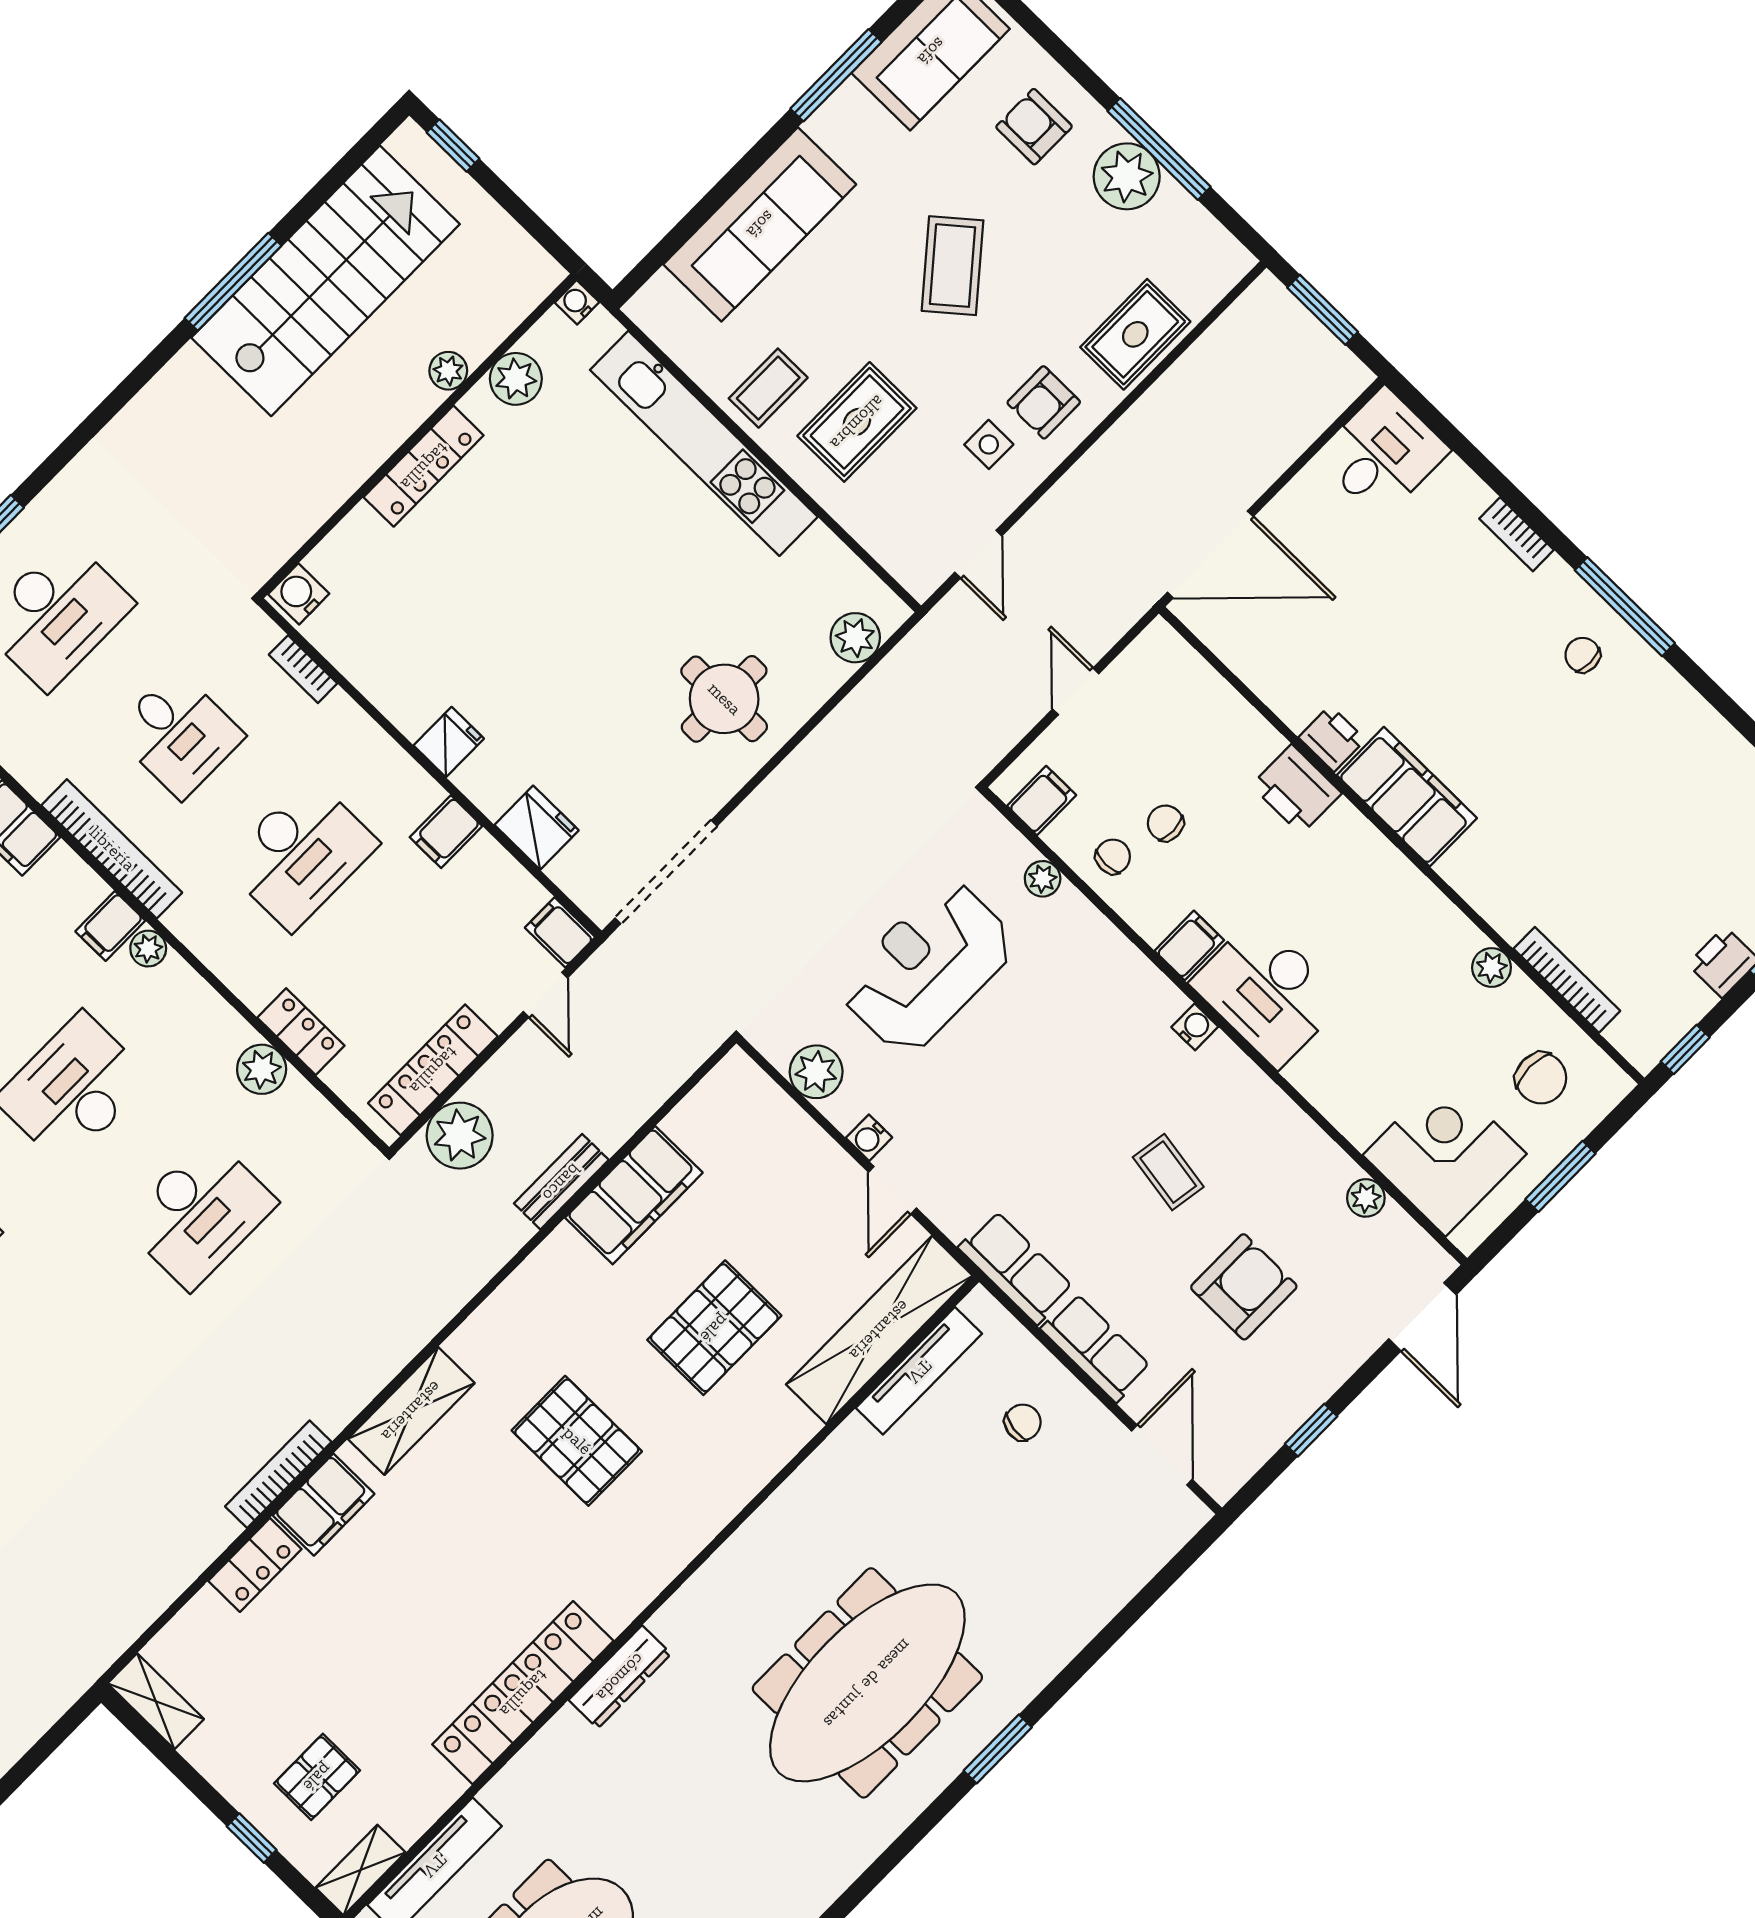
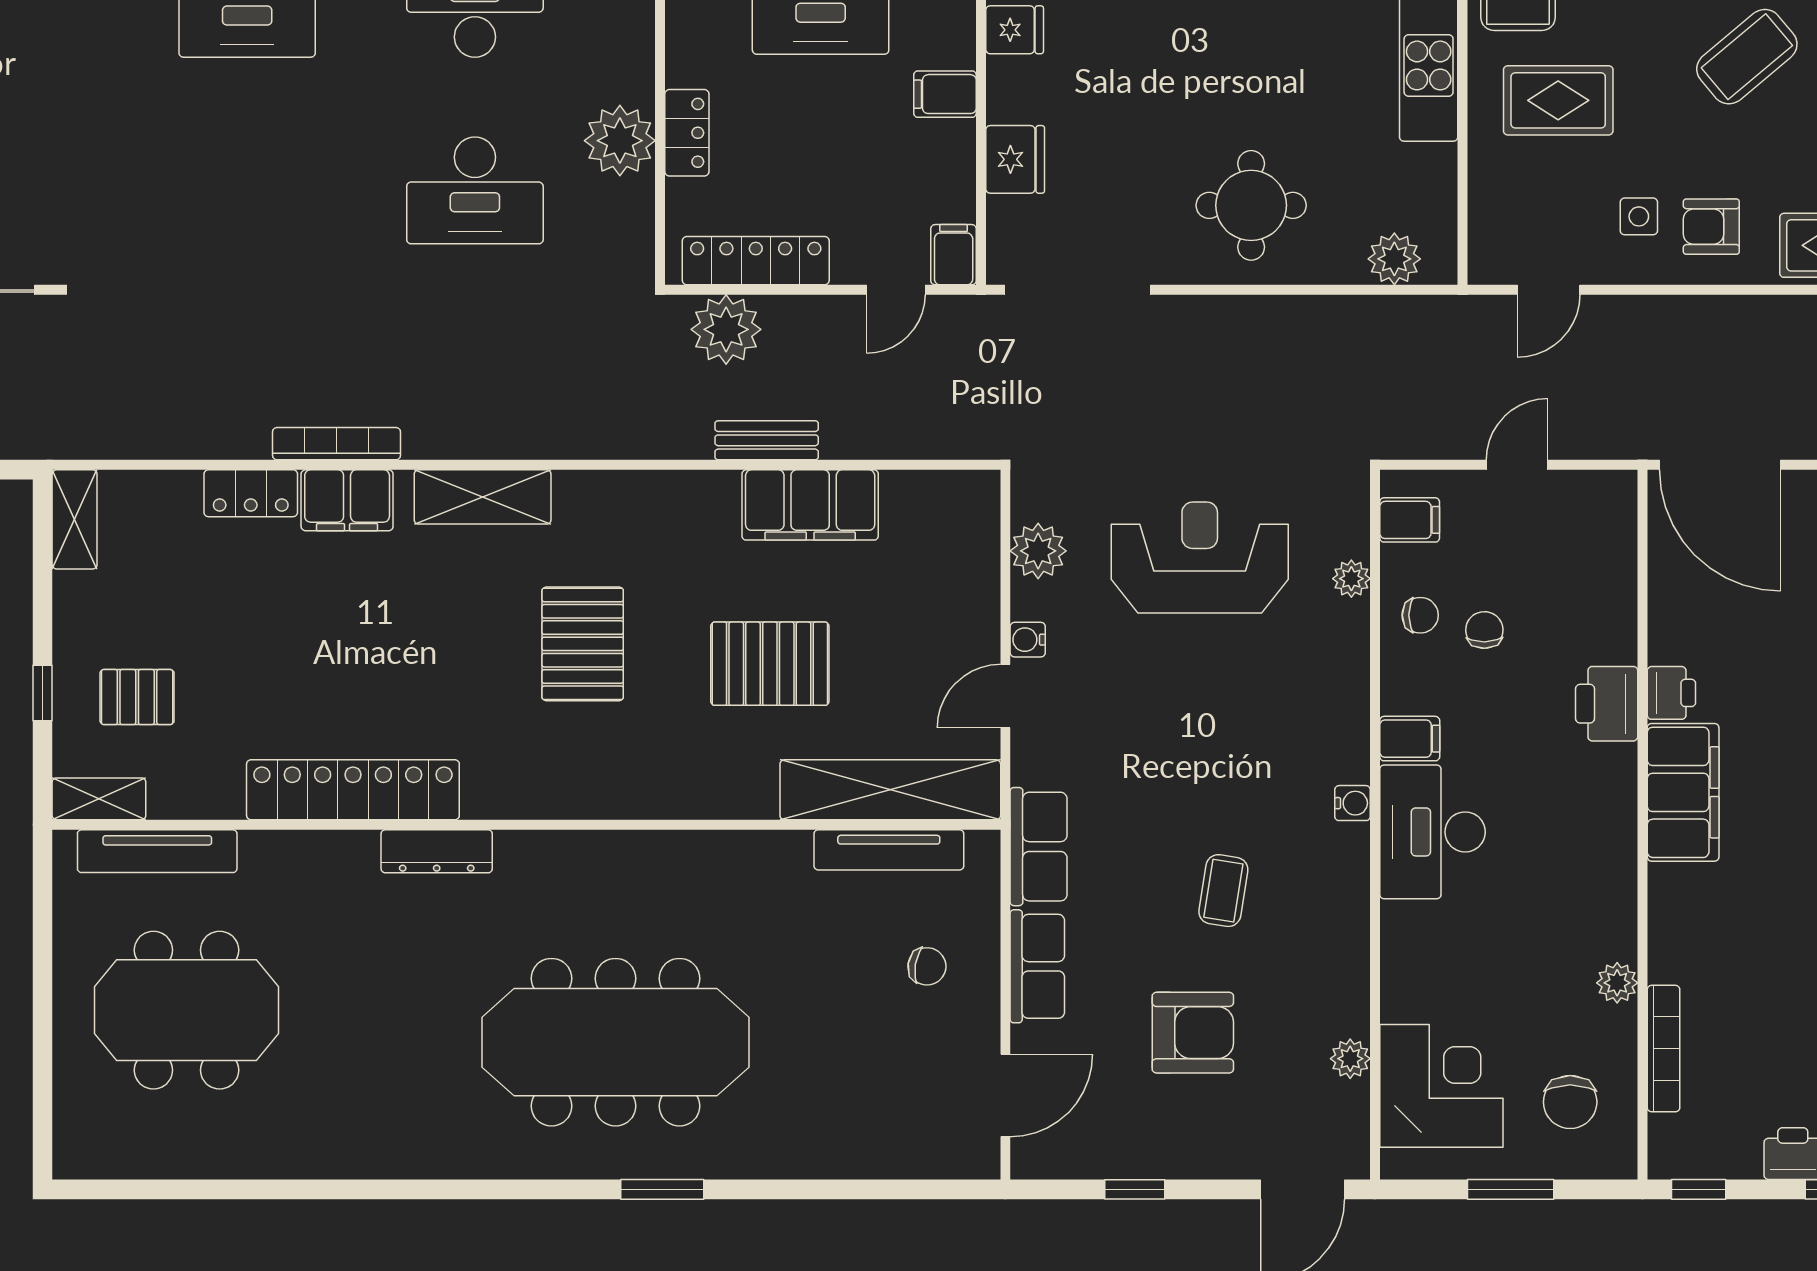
plant: (262, 1069) -> (620, 141), width x1.36, depth x1.36

